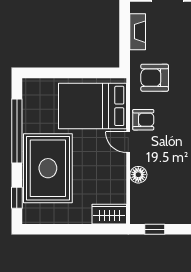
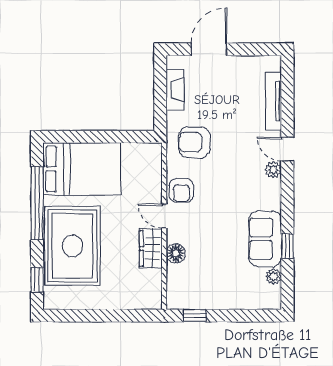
bed: (93, 106) -> (82, 169), moved, turned 180
armchair: (143, 120) -> (181, 190), turned 90
wardrobe: (109, 214) -> (151, 249), moved, turned -90

